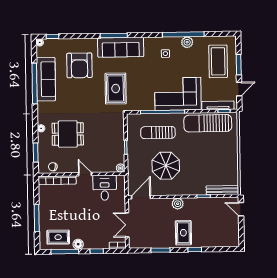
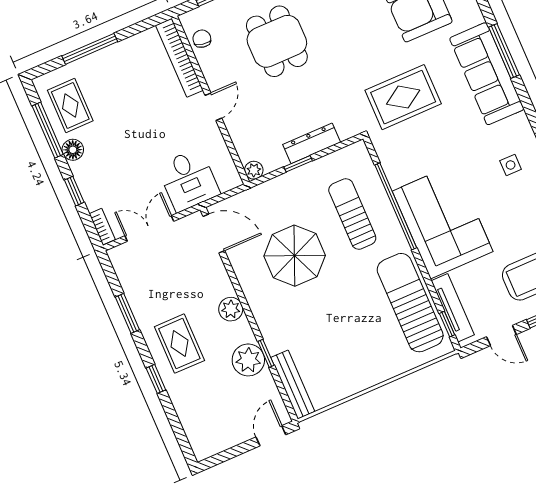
dresser: (119, 137) -> (312, 143), added
desk: (105, 188) -> (188, 180), moved, turned 90
plant: (203, 205) -> (248, 360), added
rug: (183, 233) -> (179, 344), turned 90

